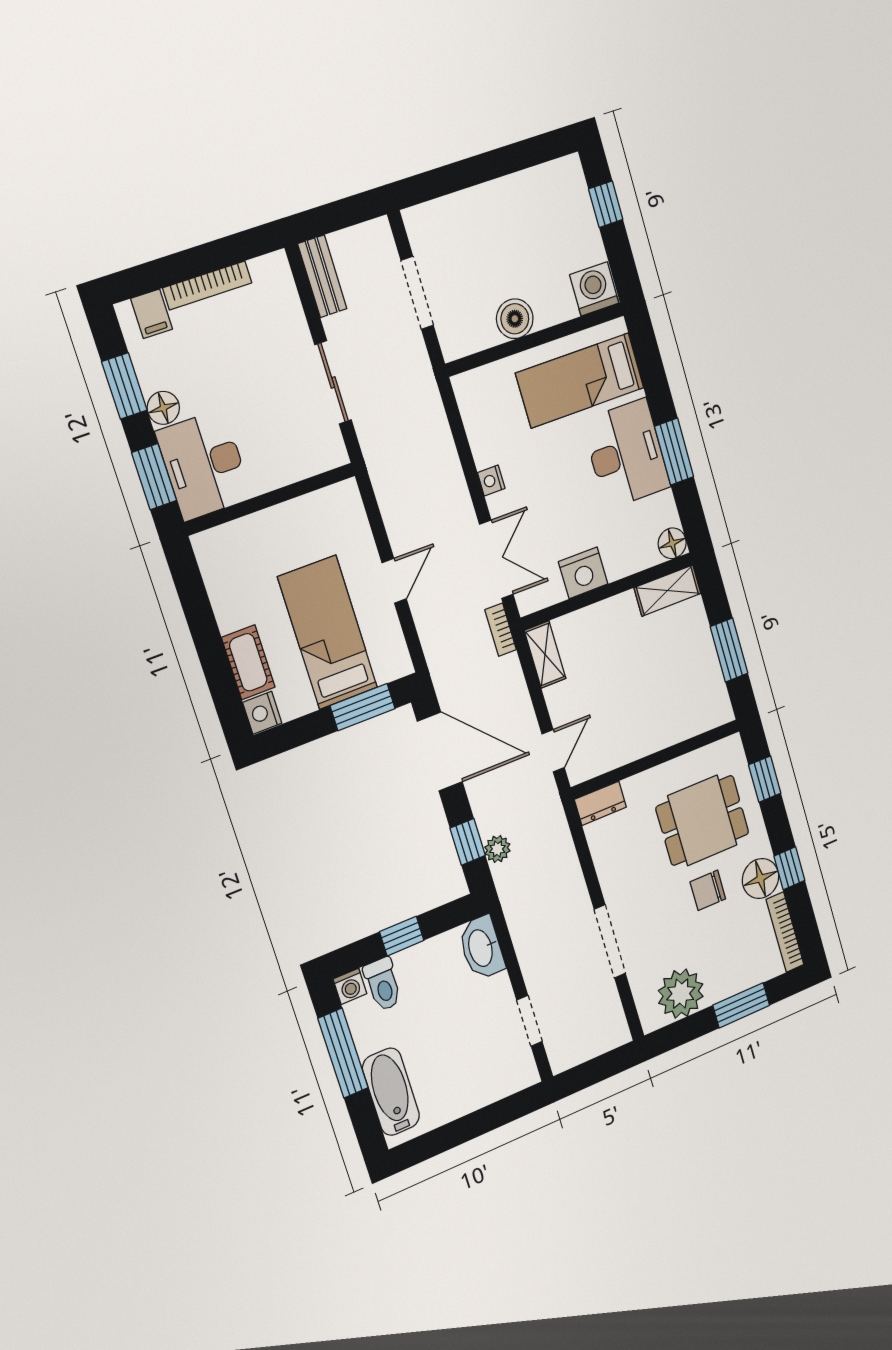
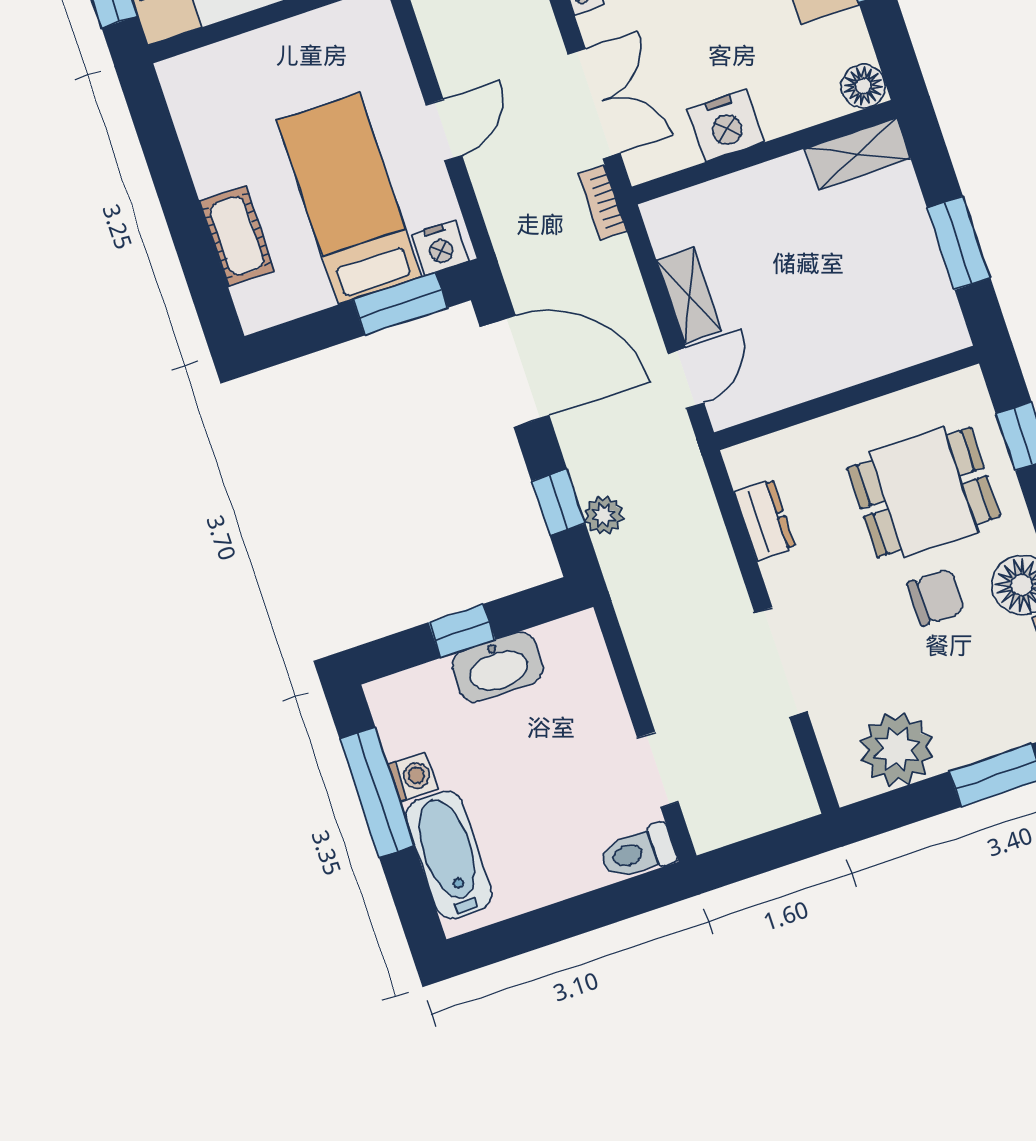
shelving: (545, 654) -> (689, 295), moved
nightstand: (262, 713) -> (440, 248), moved, turned -90
dresser: (600, 803) -> (765, 520), moved, turned -90
chair: (708, 890) -> (936, 597), turned 180
washbasin: (481, 948) -> (498, 667), moved, turned -90
toilet: (383, 984) -> (637, 852), moved, turned 90
washing machine: (350, 986) -> (413, 777), moved, turned -90

